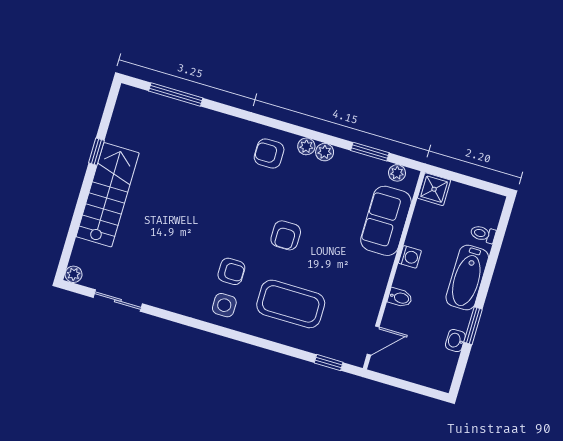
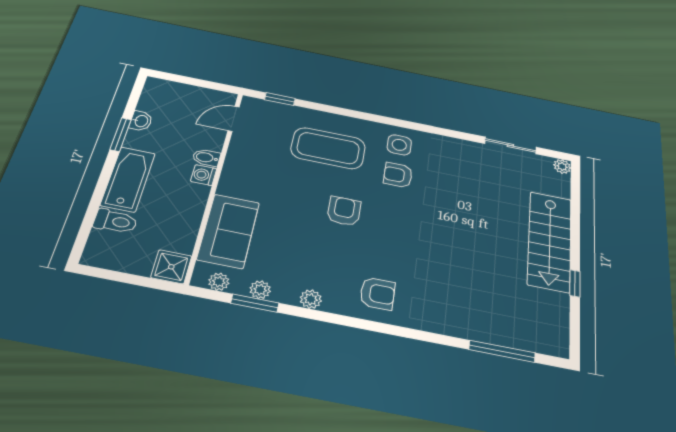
plant: (306, 146) -> (260, 290), moved
toilet: (483, 234) -> (115, 221), width x1.37, depth x1.39
washing machine: (410, 257) -> (204, 175), moved

